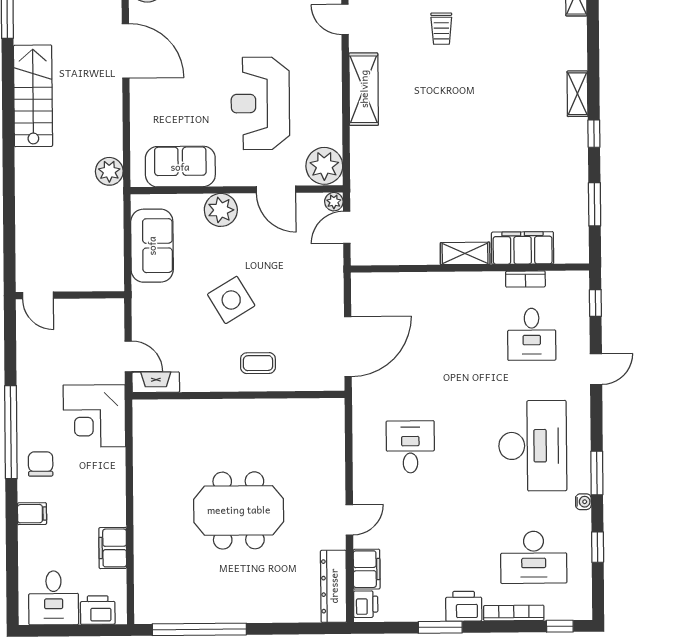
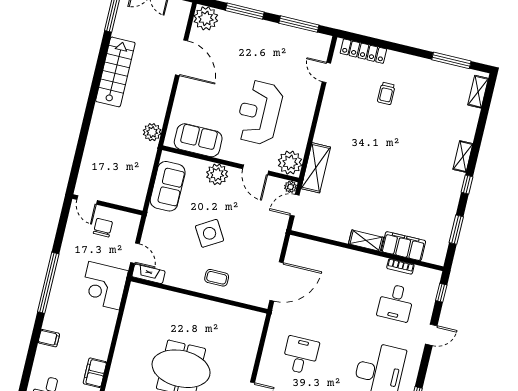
shelving: (364, 89) -> (316, 168), moved
chair: (41, 464) -> (103, 228), moved

